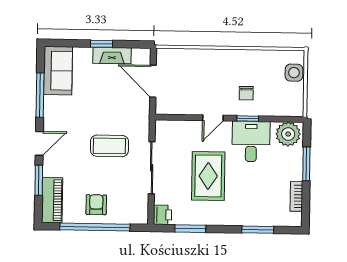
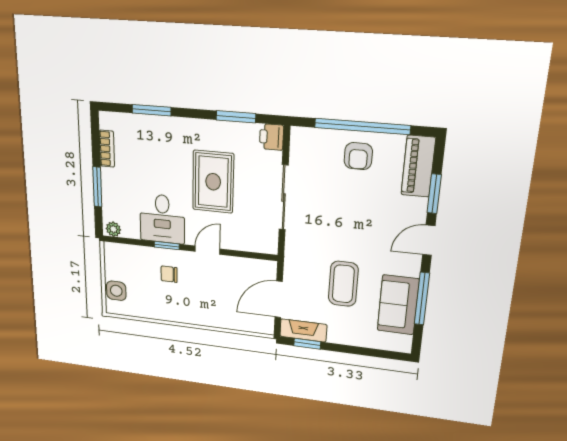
window: (102, 44) -> (307, 344), moved
fireplace: (112, 55) -> (303, 330), moved
sofa: (58, 71) -> (398, 305), moved
door: (153, 81) -> (279, 299), swing flipped
chair: (246, 93) -> (169, 274), turned -90
plant: (288, 134) -> (113, 229), width x0.53, depth x0.53
coffee table: (109, 146) -> (343, 284), moved, turned 90

